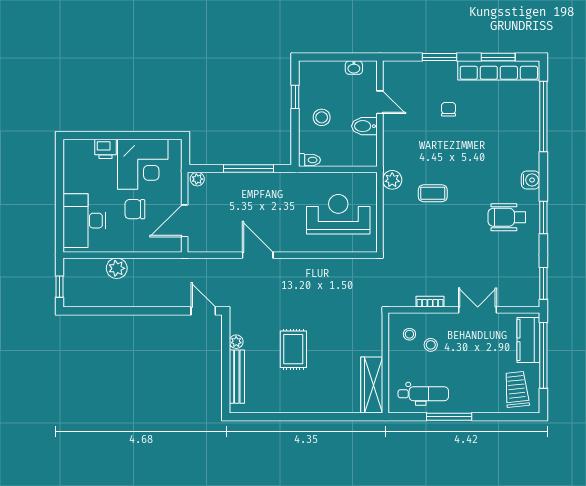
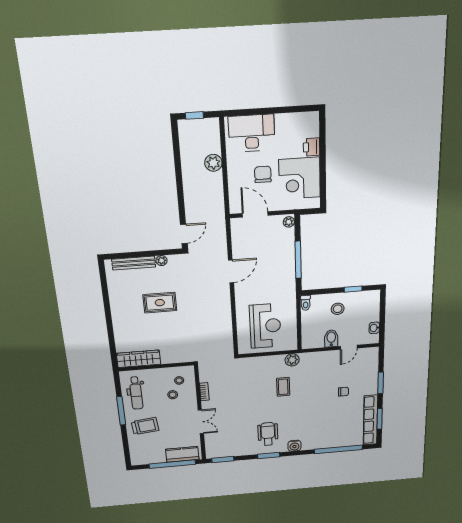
trolley: (517, 389) -> (145, 426), moved

